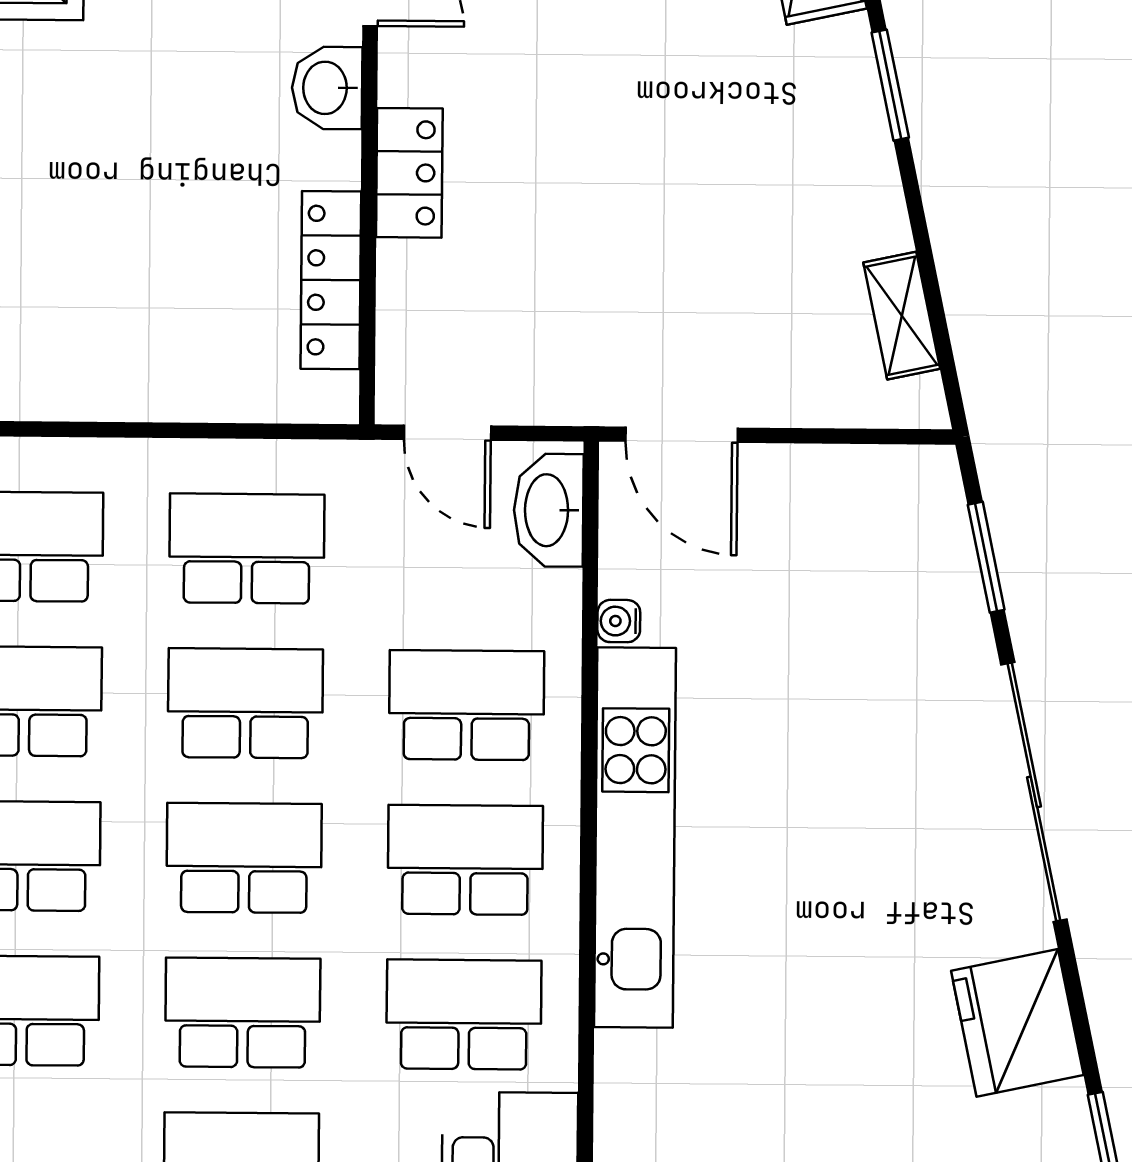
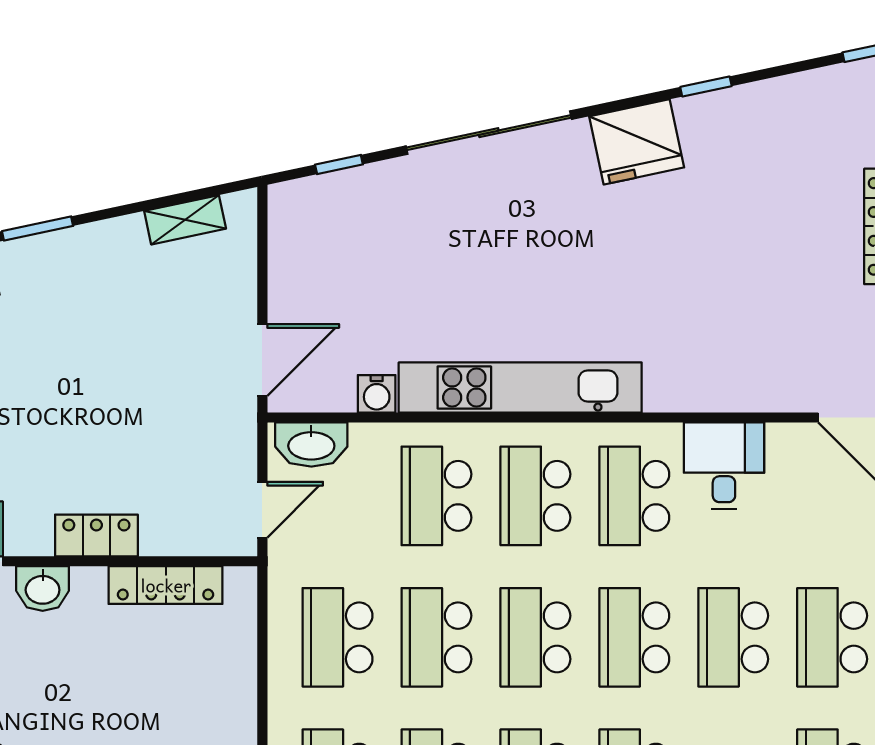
window: (986, 557) -> (339, 164), width x0.67
water cooler: (619, 621) -> (377, 394), width x1.38, depth x1.38

